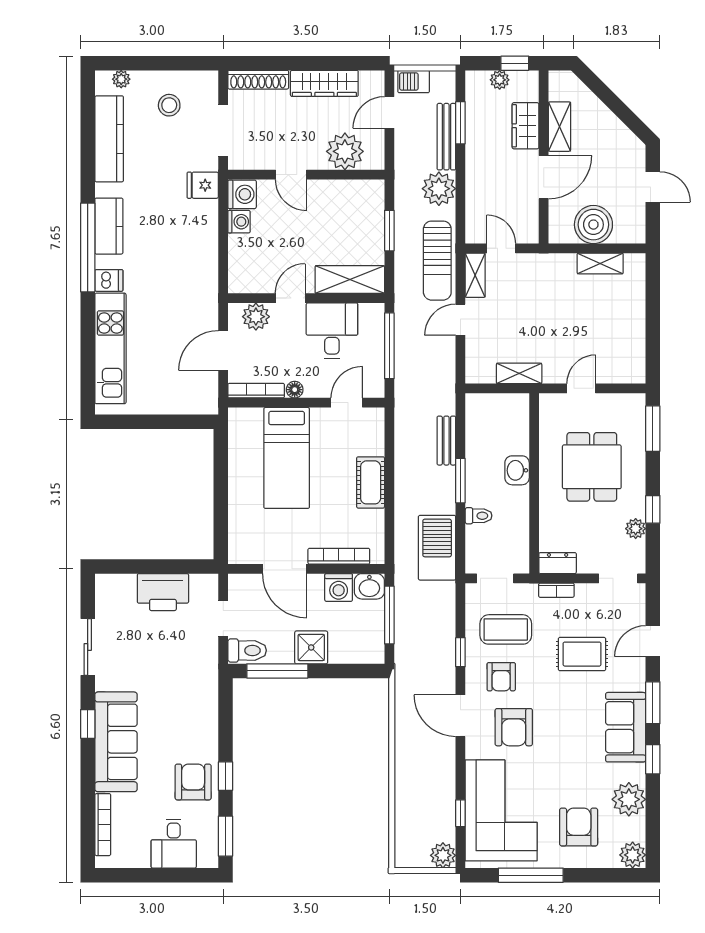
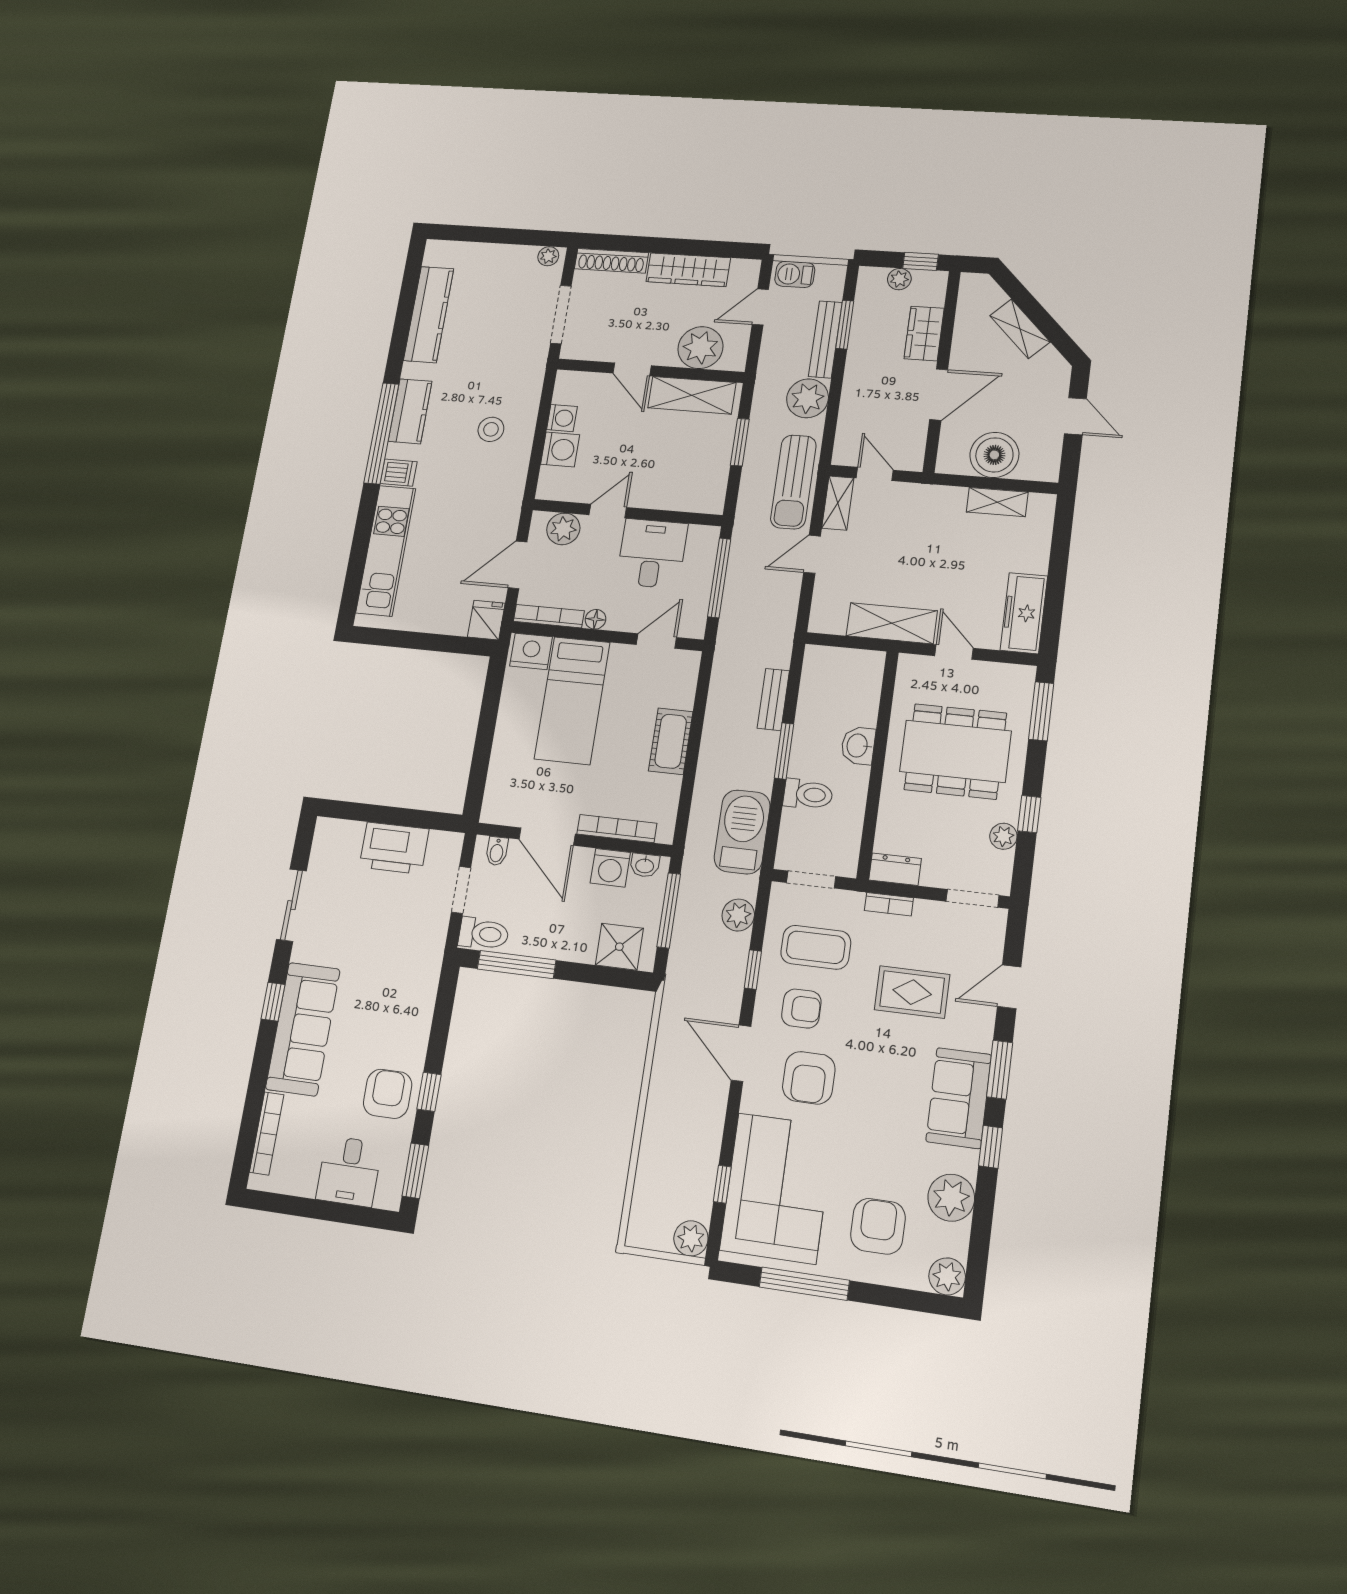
plant: (121, 79) -> (548, 256), moved
stool: (169, 105) -> (491, 429), moved
shelving: (559, 127) -> (1020, 329), moved, turned -45
fridge: (203, 185) -> (486, 620), moved, turned 90
washing machine: (242, 194) -> (560, 449), moved
shelving: (350, 280) -> (692, 395), moved
freezer: (631, 352) -> (1024, 613), added
shelving: (519, 373) -> (892, 623), width x1.50, depth x1.33
door: (581, 388) -> (954, 652), hinge flipped
nightstand: (247, 421) -> (531, 651), added
dining table: (592, 467) -> (955, 751), width x1.38
toilet: (479, 516) -> (808, 794), width x1.37, depth x1.39
bidet: (246, 585) -> (497, 851), added
washbasin: (369, 586) -> (645, 865), width x0.72, depth x0.69
plant: (443, 612) -> (738, 915), added
shower: (311, 647) -> (619, 947), moved
armchair: (501, 677) -> (801, 1009), turned -90

